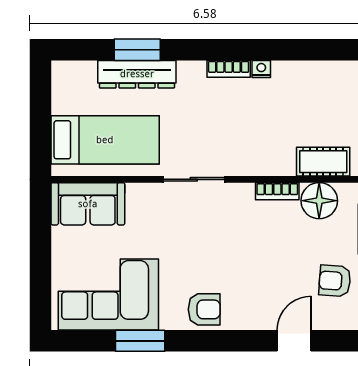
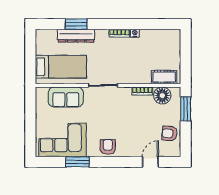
sofa: (88, 204) -> (66, 97), moved
armchair: (204, 309) -> (108, 147), turned -90

